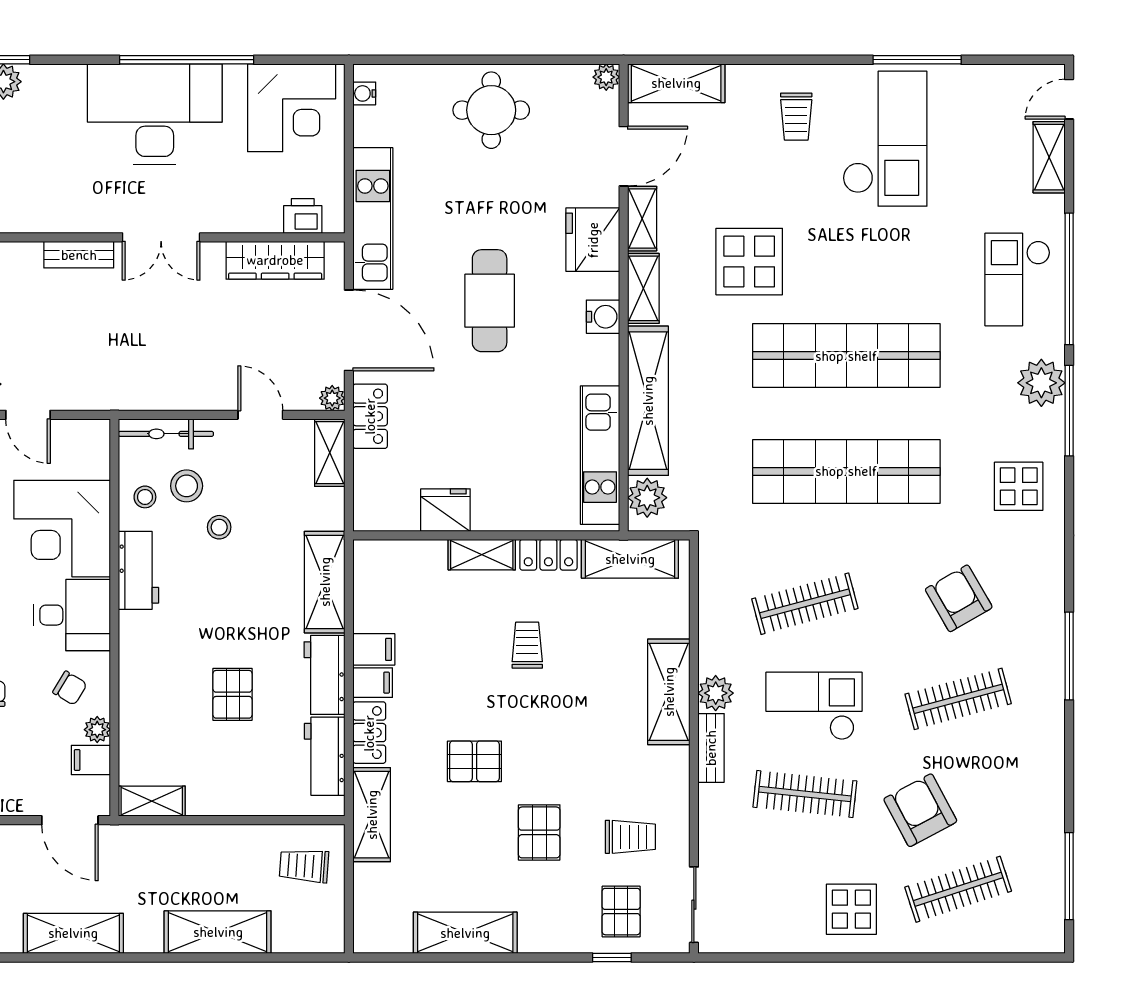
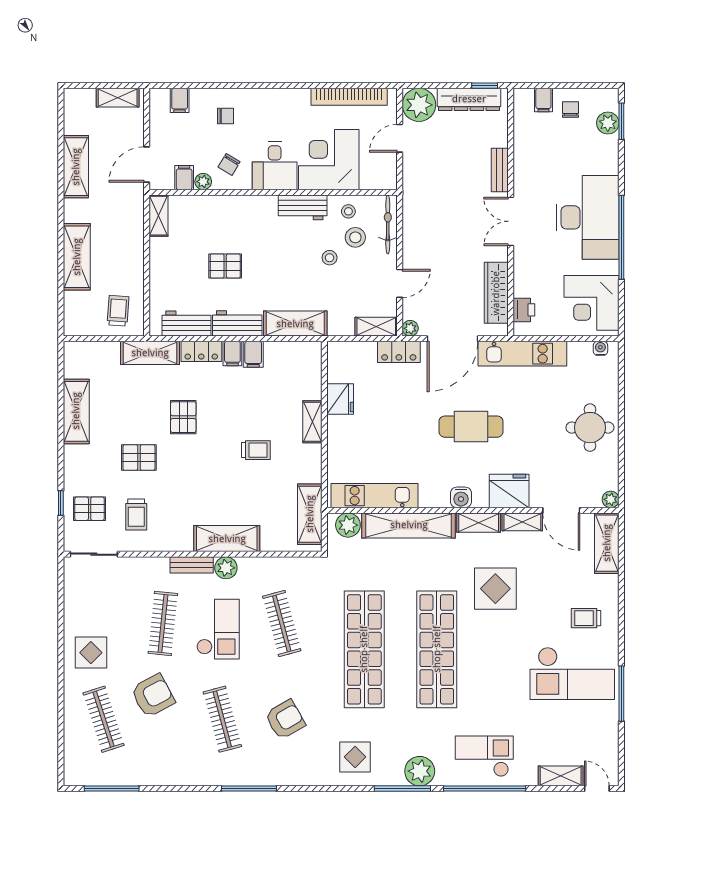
locker: (548, 555) -> (312, 463), removed

